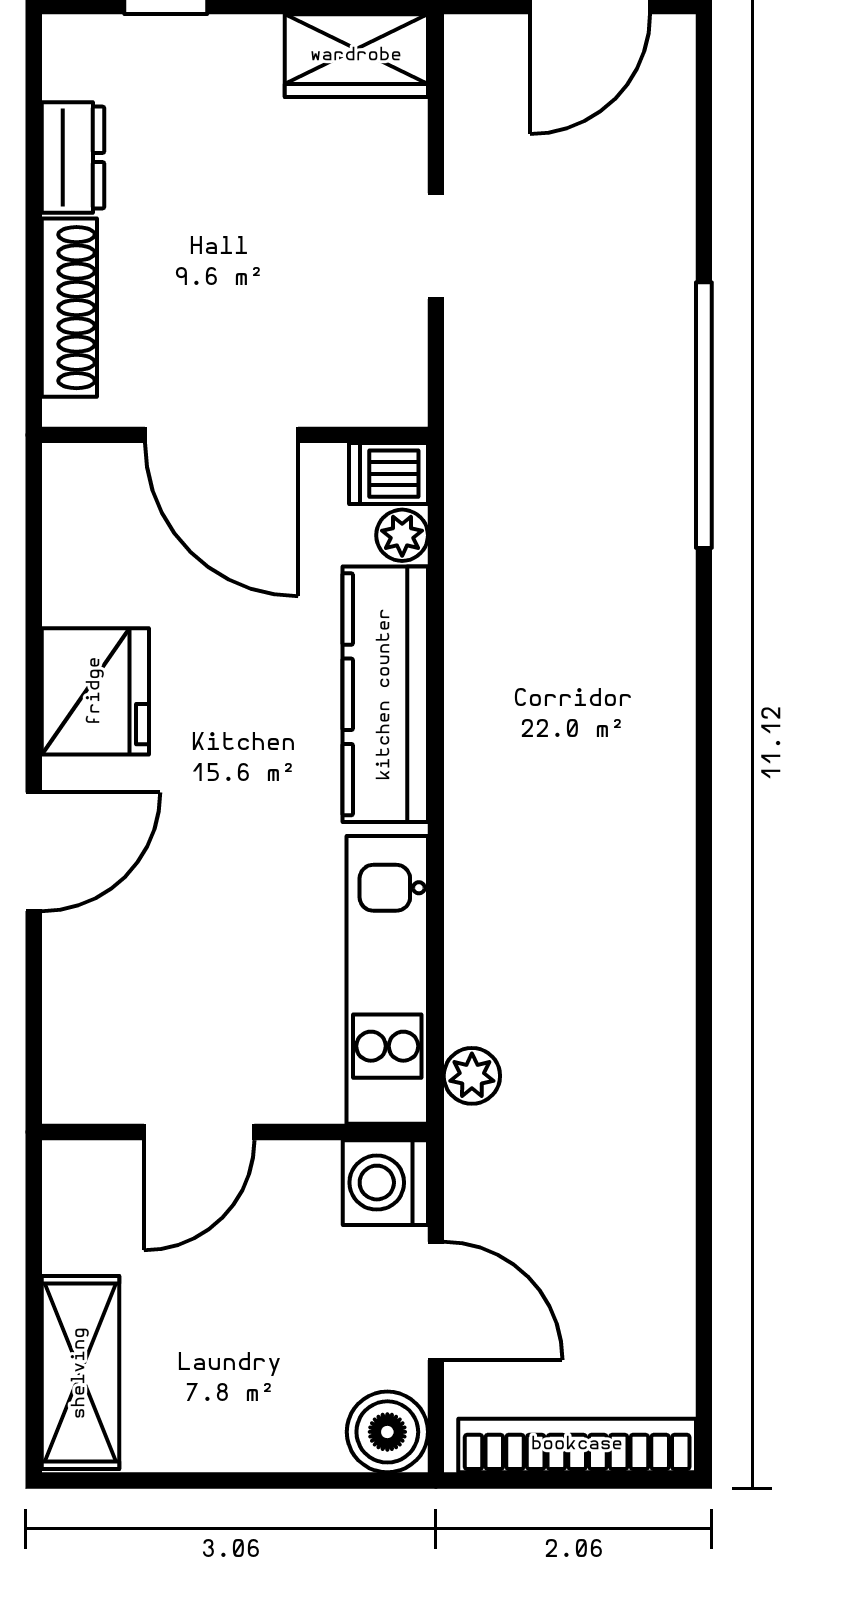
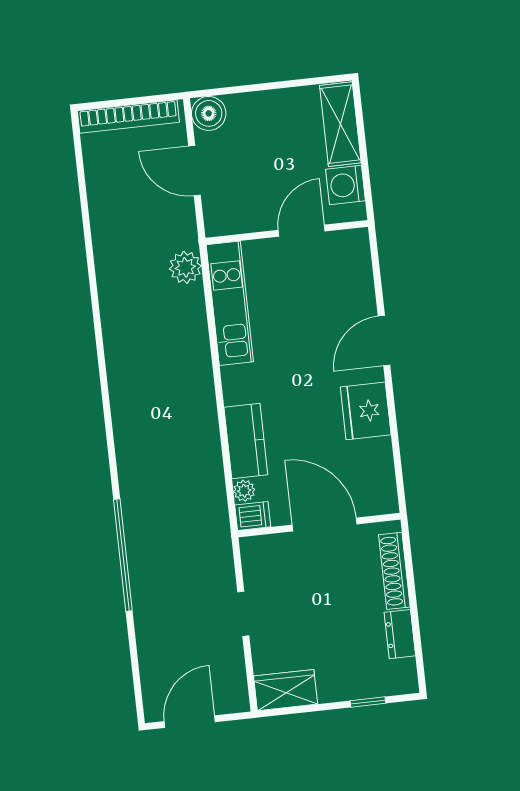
kitchen counter: (385, 694) -> (246, 441), width x0.67
plant: (472, 1076) -> (185, 267), width x1.38, depth x1.38
washing machine: (385, 1183) -> (345, 185), moved, turned 180

